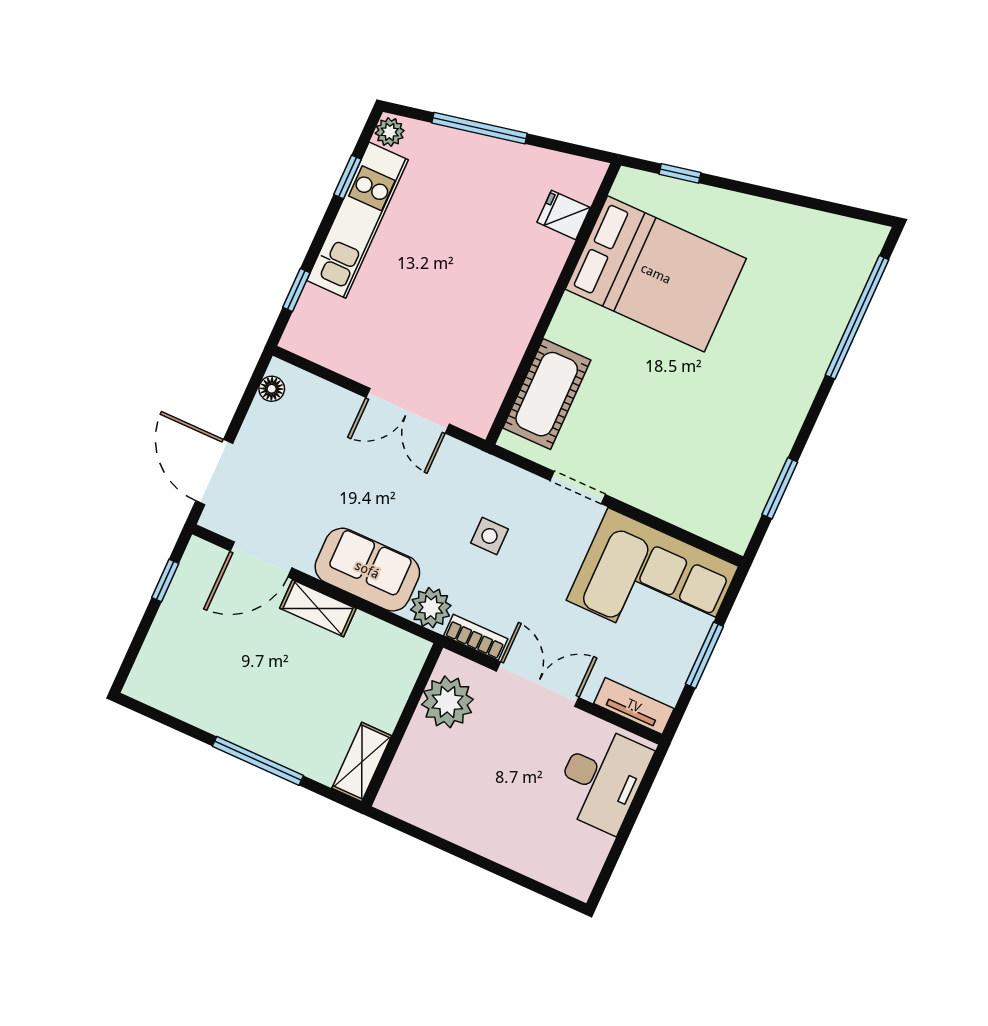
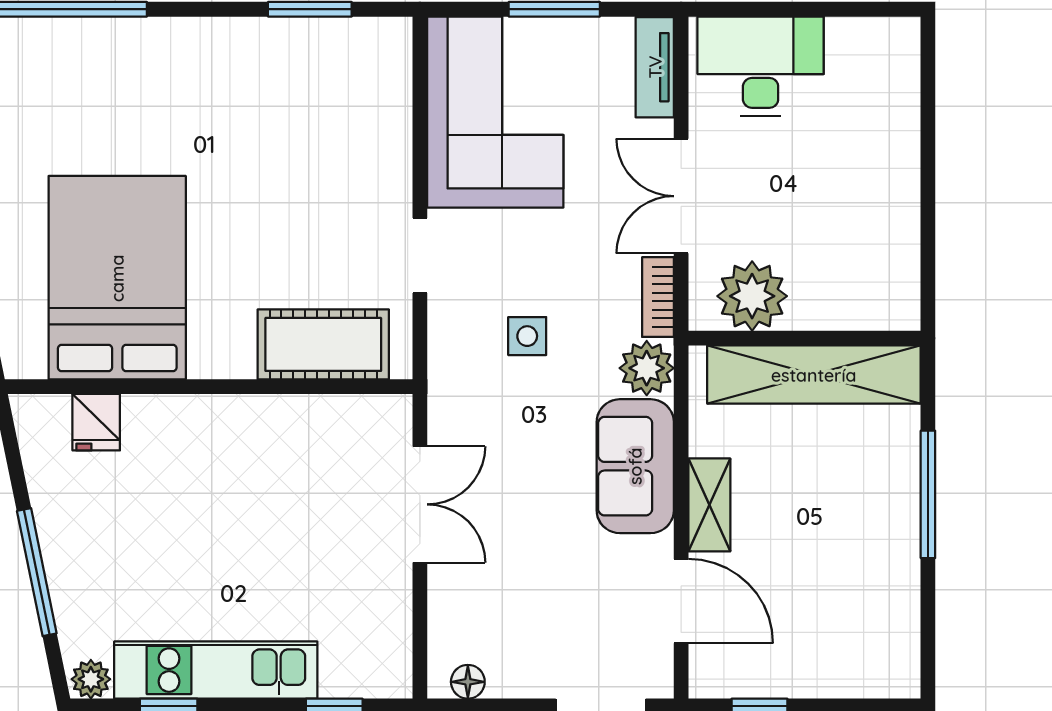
shelving: (362, 762) -> (814, 375), width x2.20, depth x1.33

